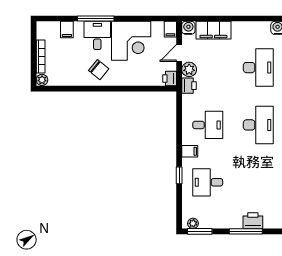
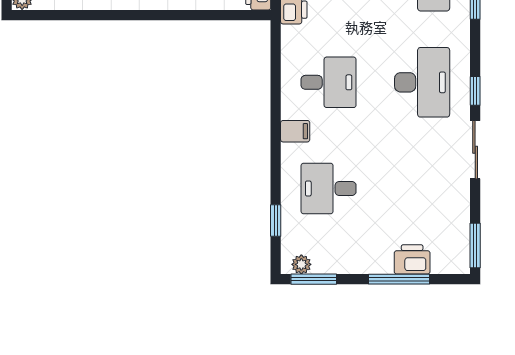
window: (179, 175) -> (276, 221), moved

